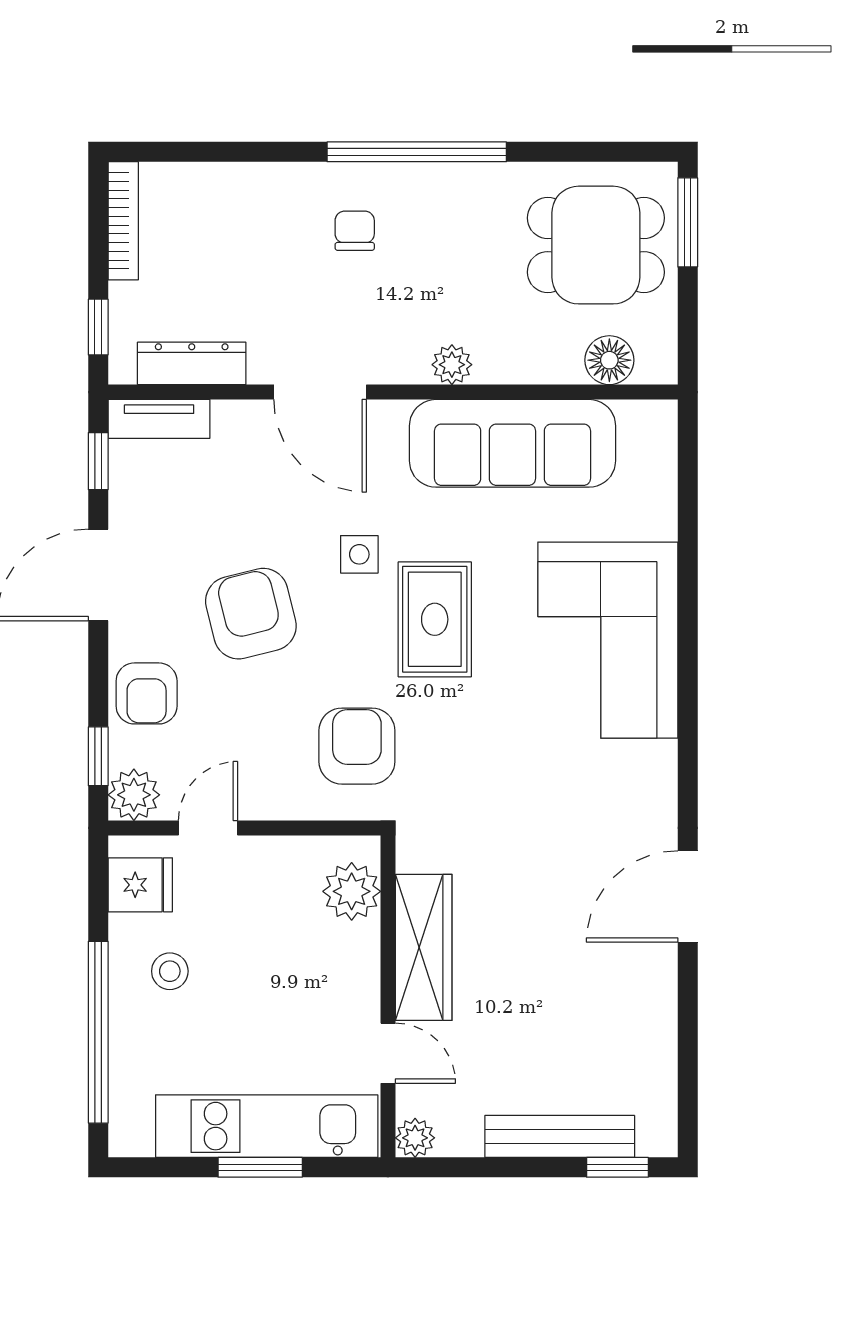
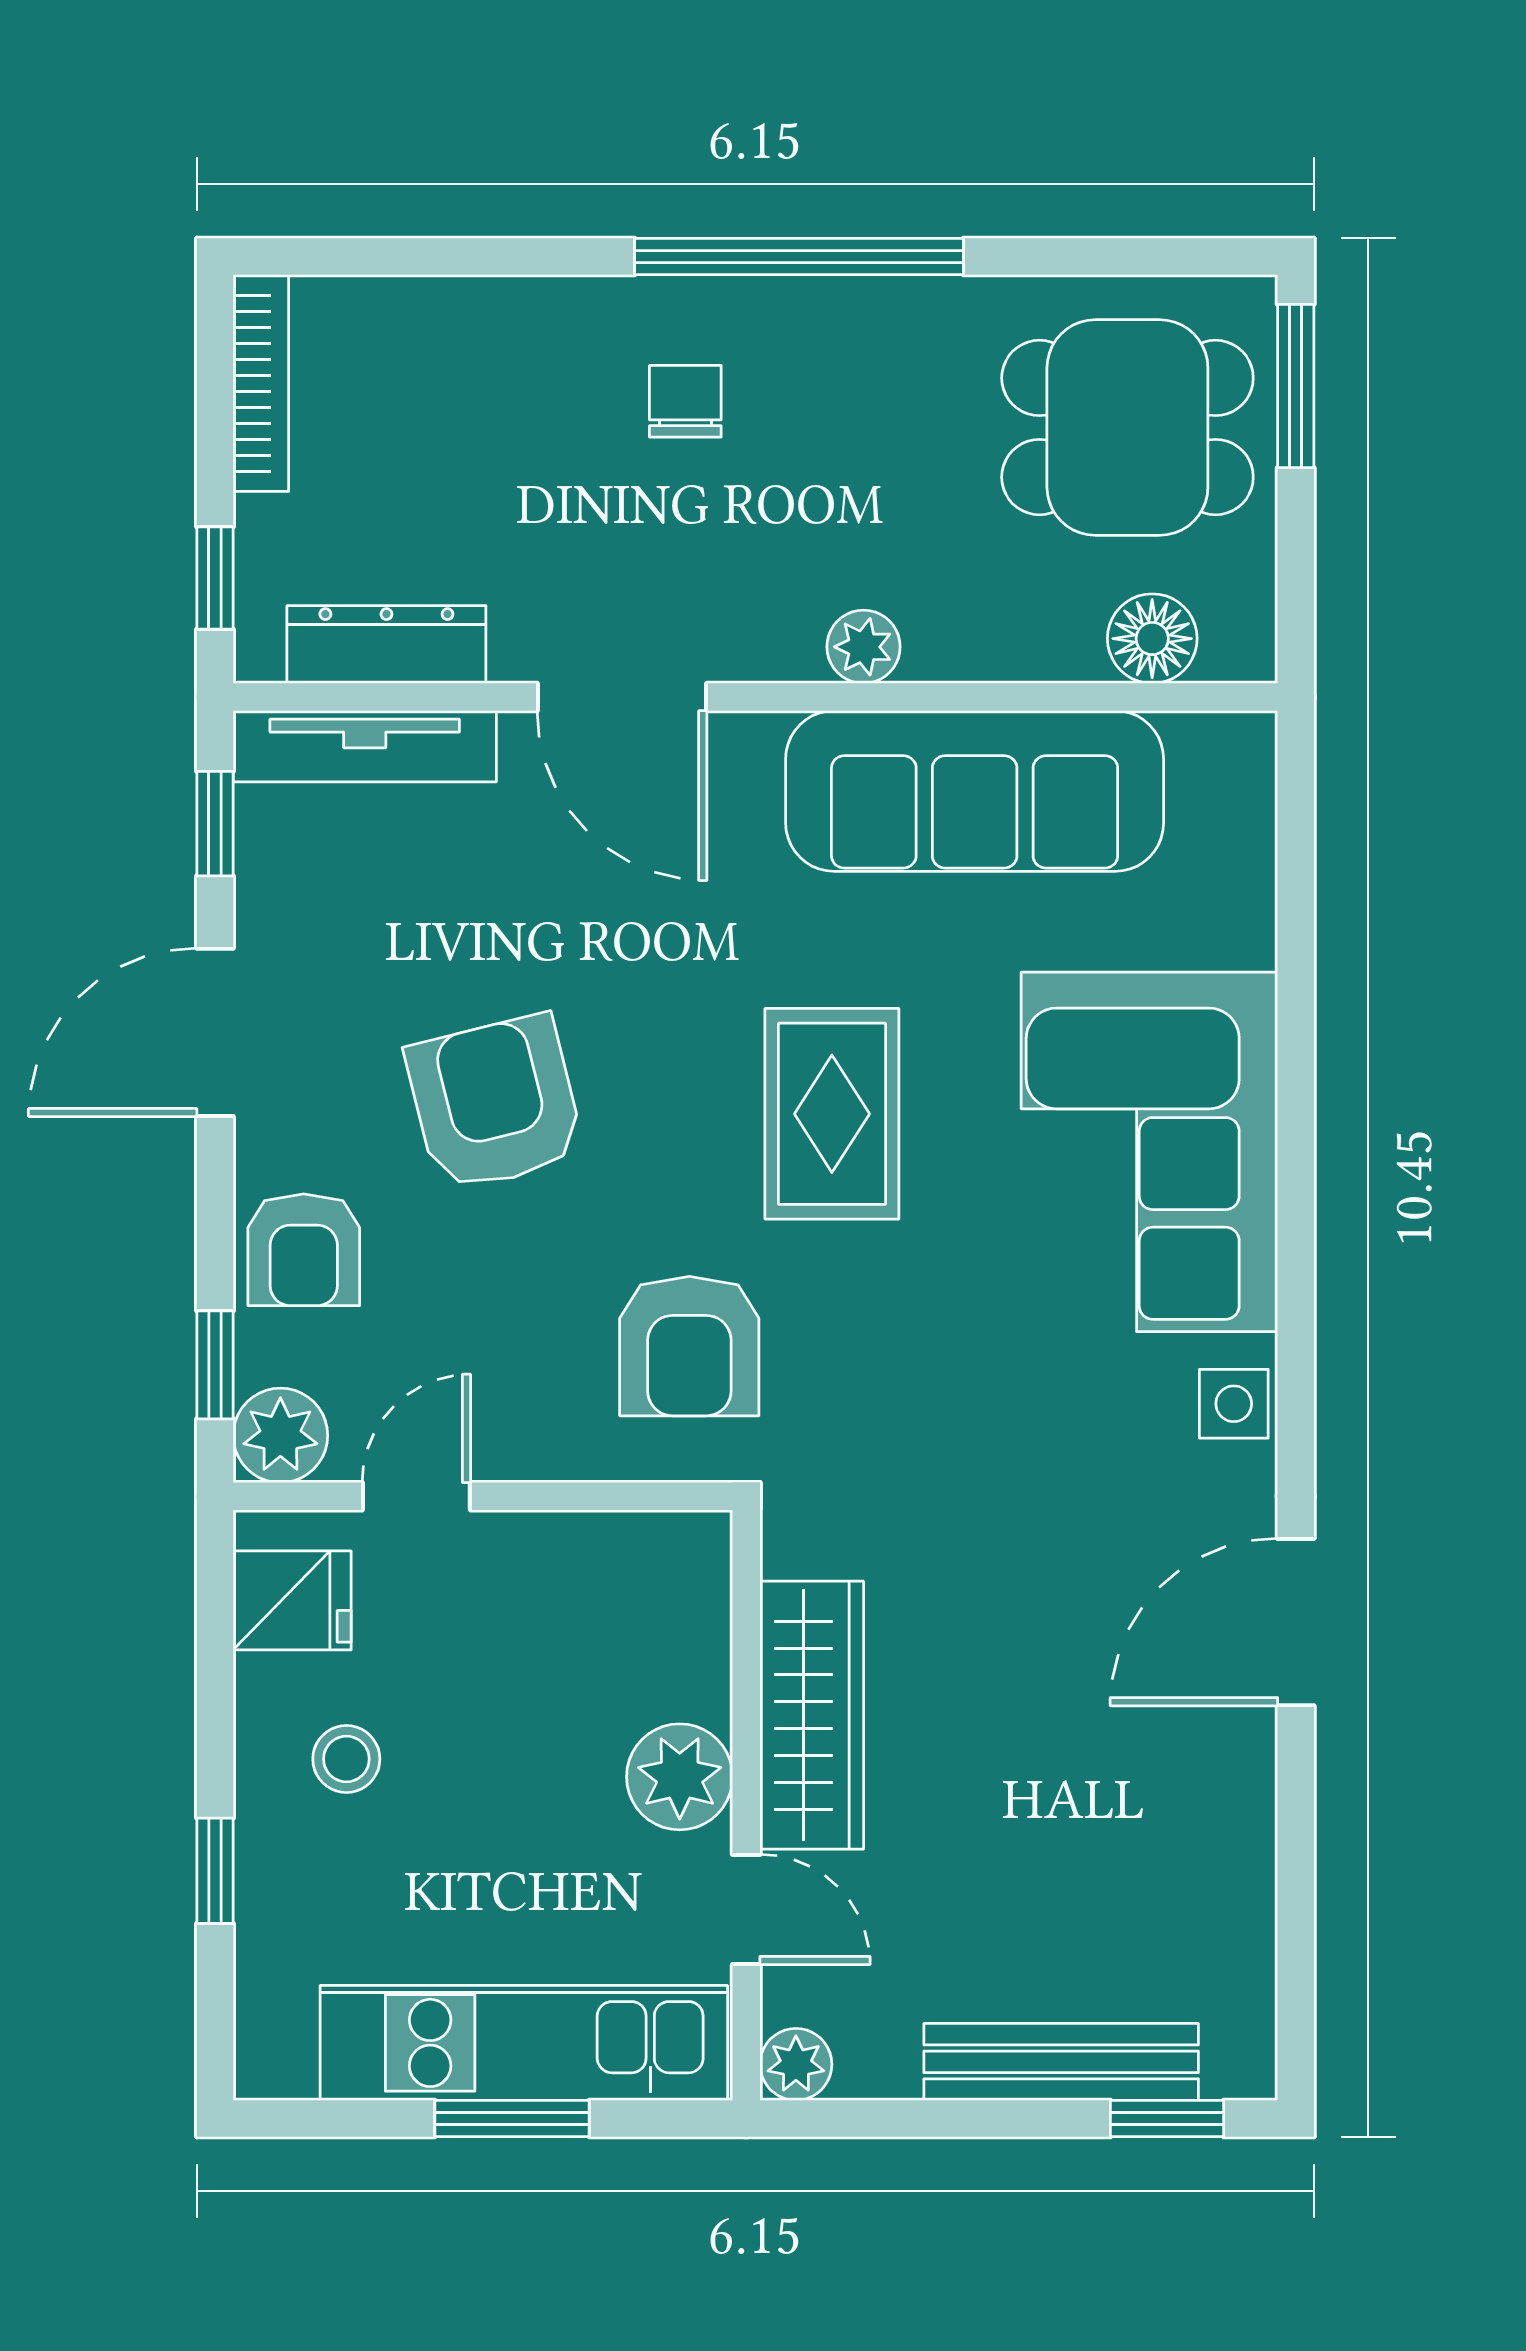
tv unit: (159, 419) -> (365, 746), width x1.41
side table: (359, 554) -> (1234, 1404), moved
armchair: (357, 746) -> (689, 1346), turned 180
plant: (352, 891) -> (680, 1777), moved
window: (98, 1032) -> (215, 1871), width x0.32

